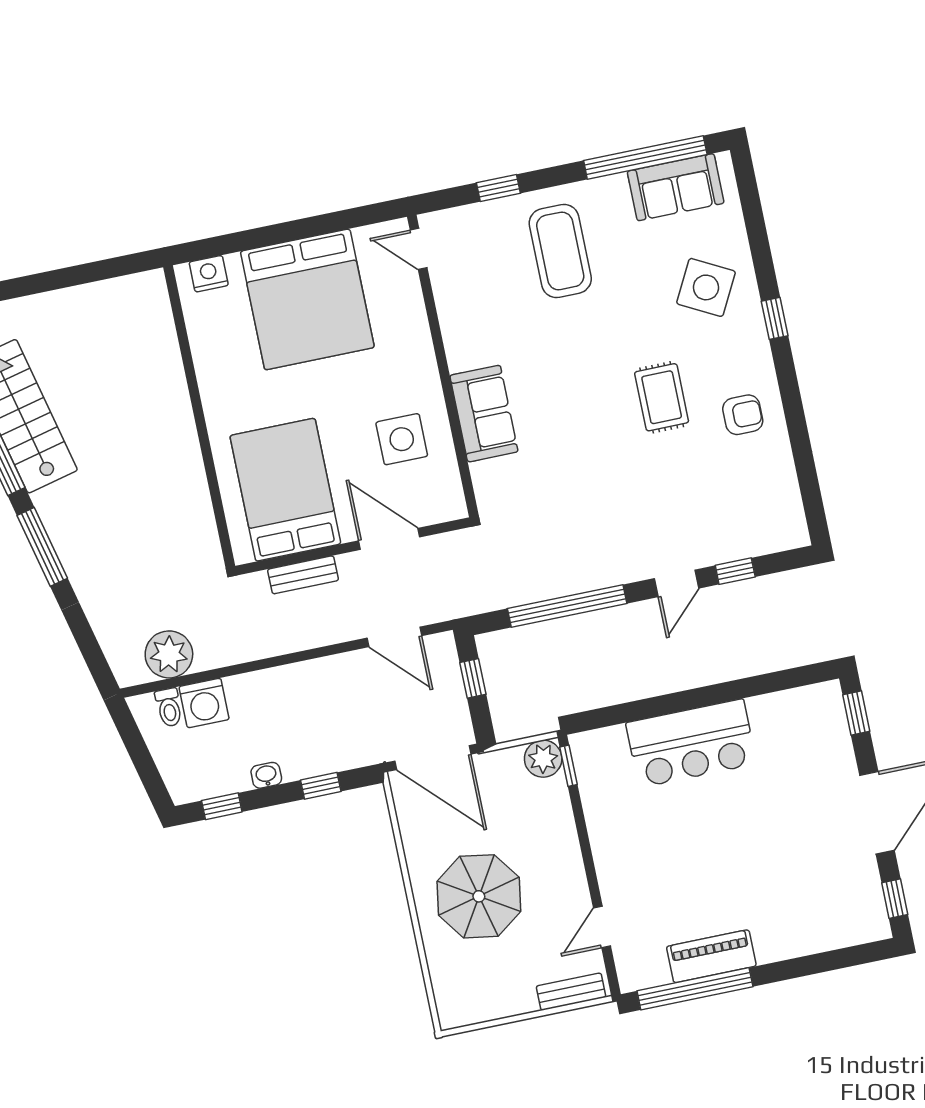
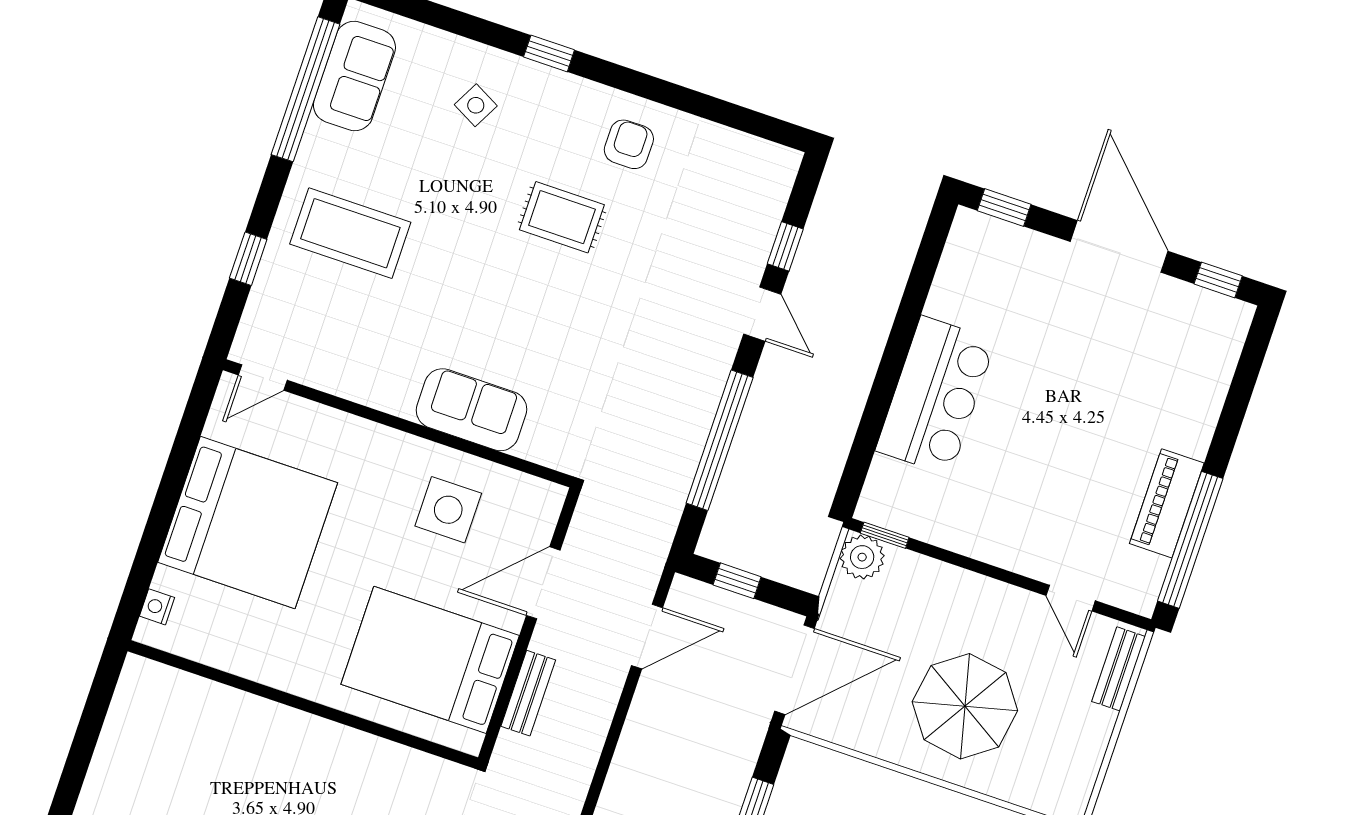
nightstand: (209, 274) -> (157, 607), width x0.72, depth x0.74
side table: (706, 287) -> (476, 105), width x0.54, depth x0.54

